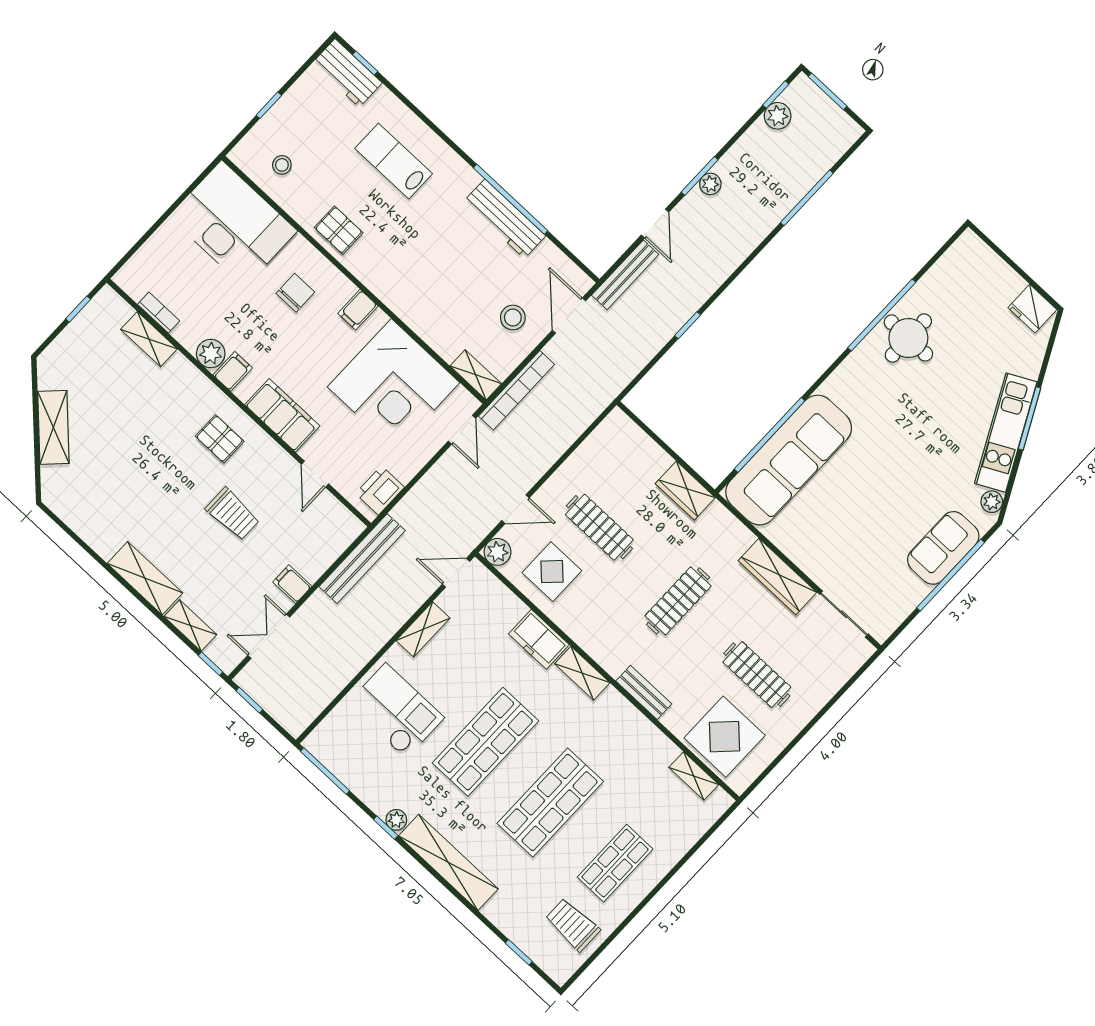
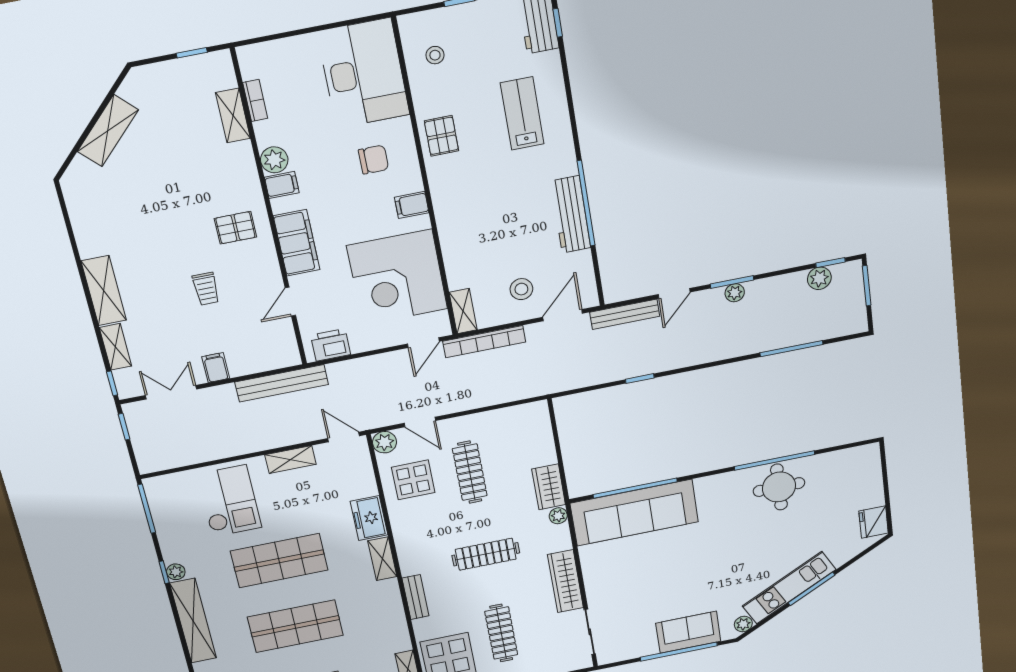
pallet: (220, 439) -> (235, 228), turned 90
trolley: (233, 514) -> (206, 289), width x0.73, depth x0.72
plant: (717, 514) -> (558, 516), added

